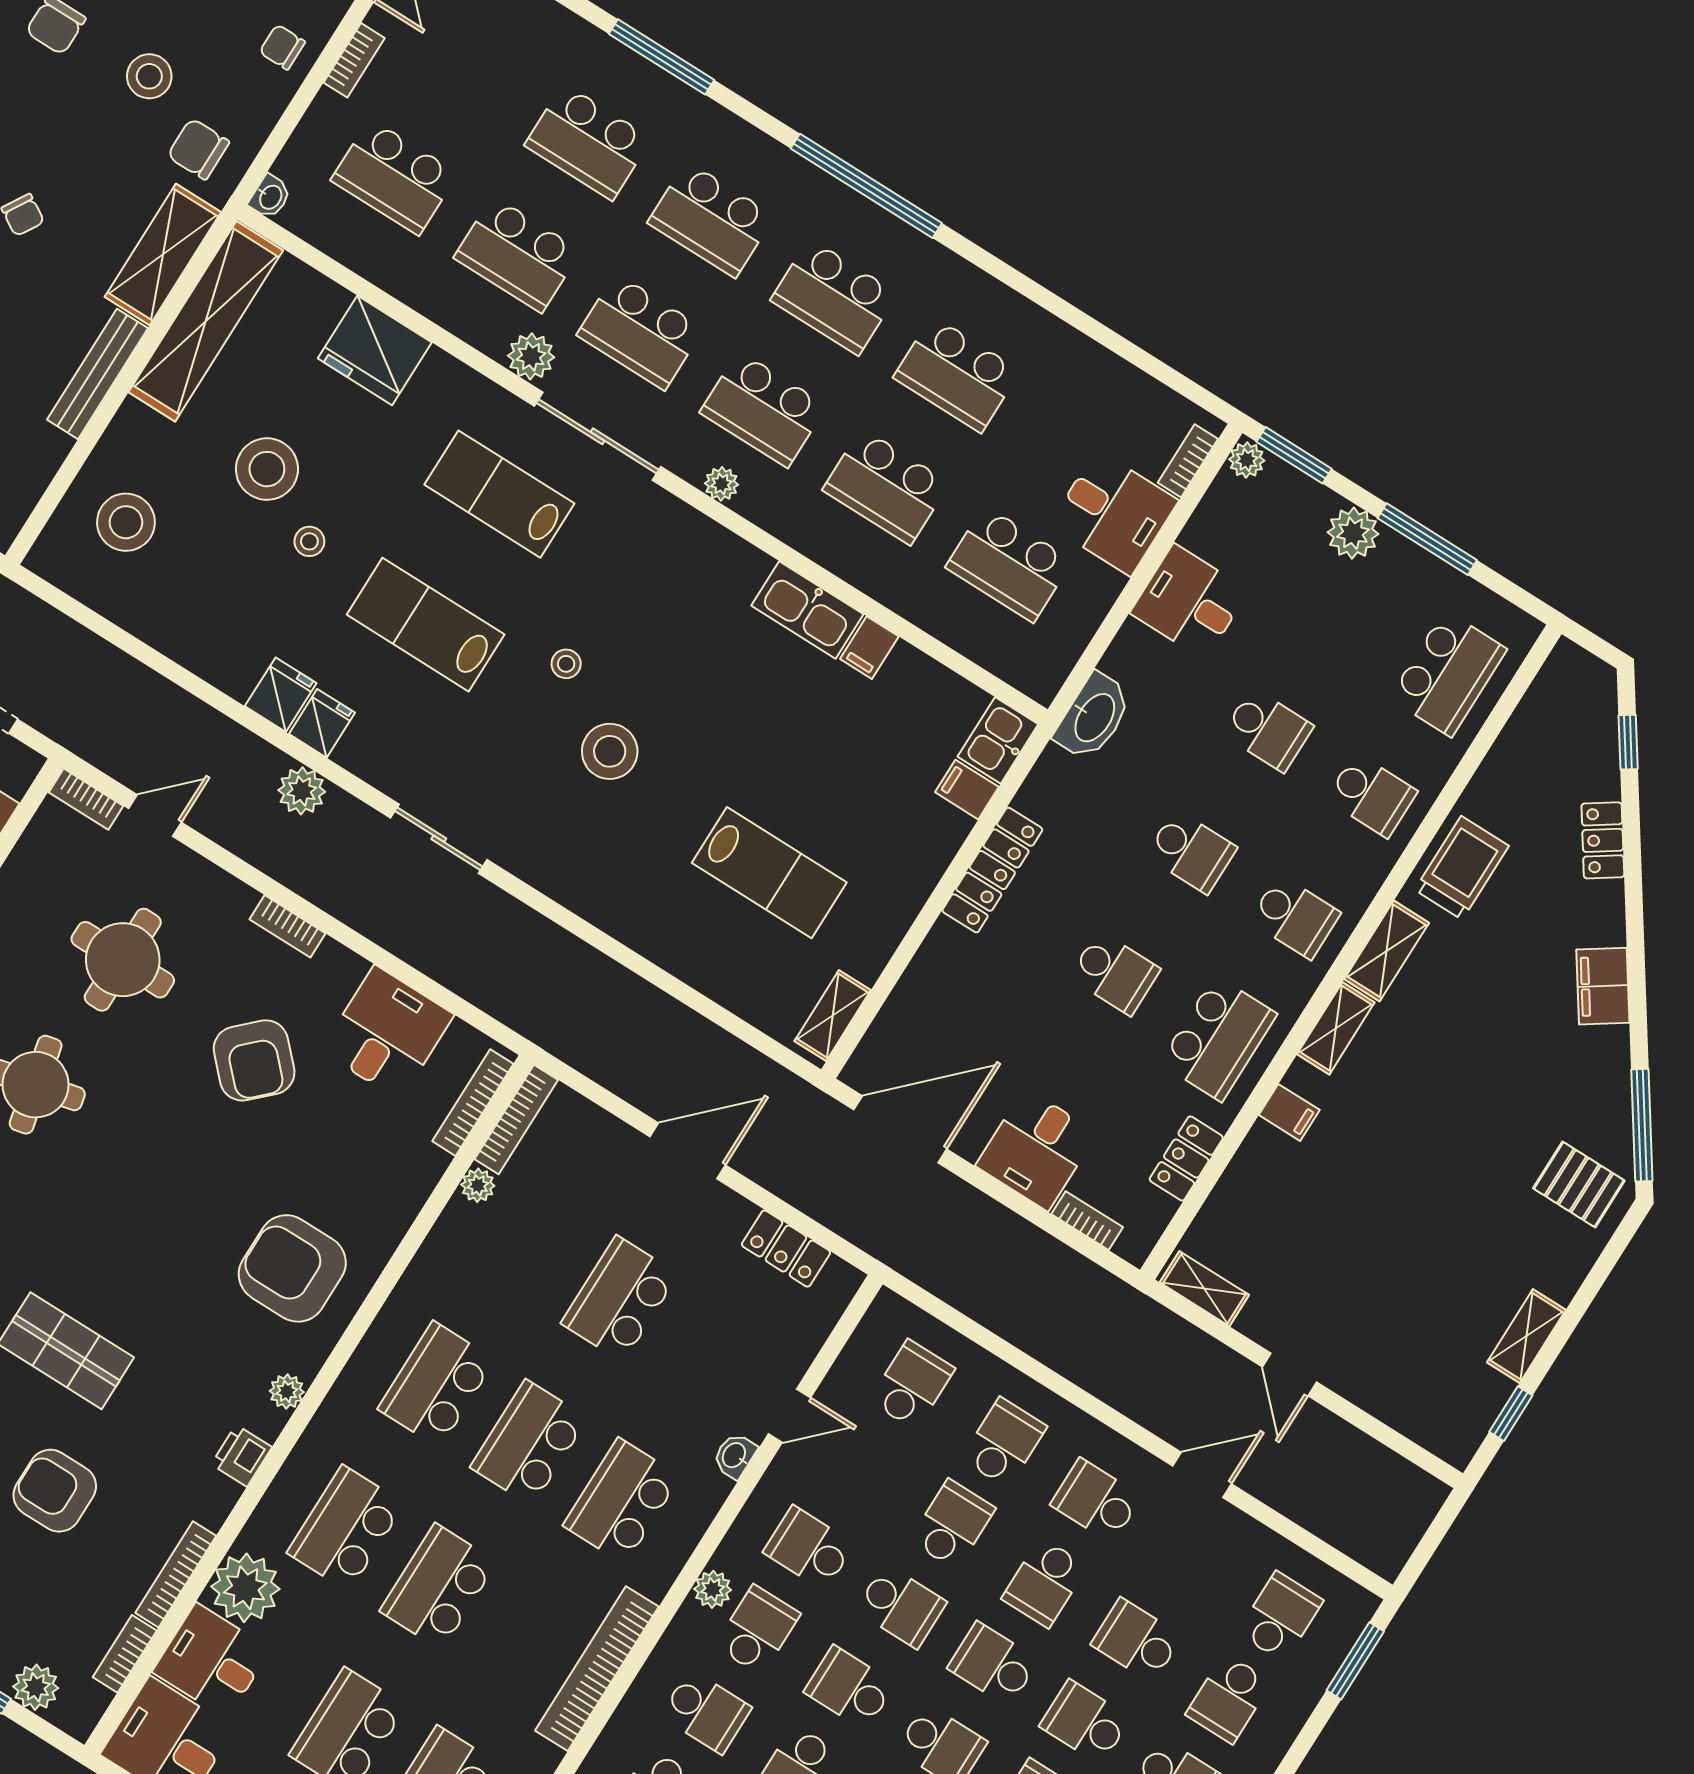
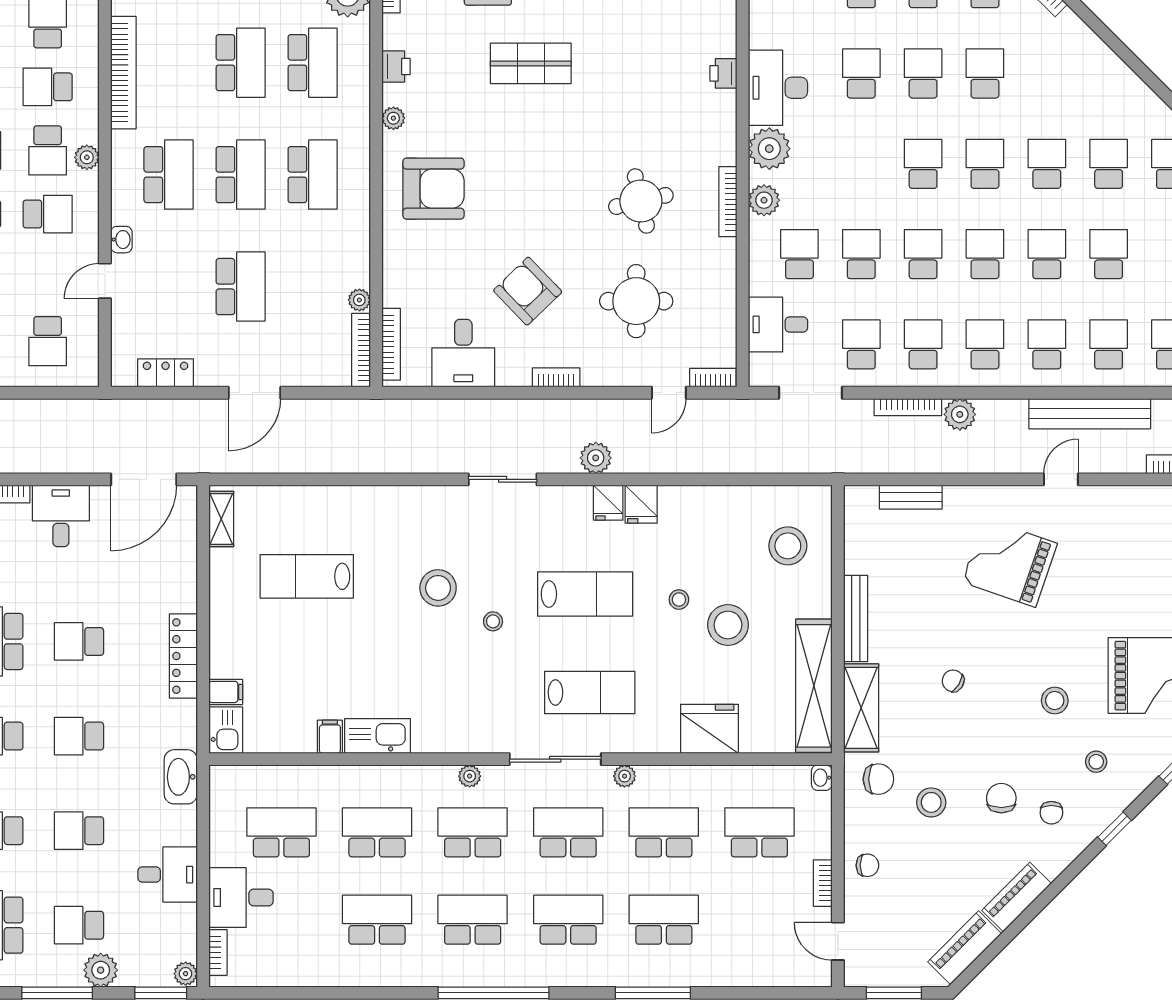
plant: (531, 356) -> (625, 776), width x0.73, depth x0.73
school desk: (1344, 608) -> (79, 925), added

